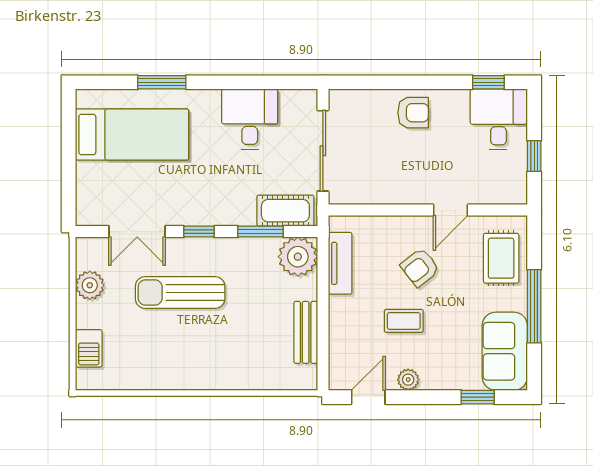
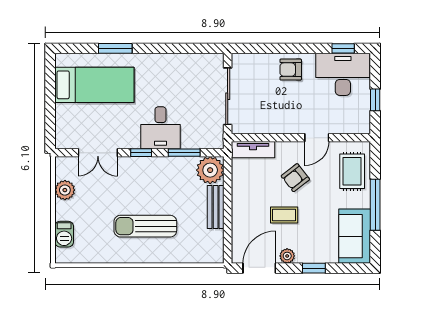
armchair: (413, 113) -> (291, 70), turned 180
desk: (250, 119) -> (160, 128), moved, turned 180
desk: (498, 119) -> (343, 74), width x1.37
cot: (285, 211) -> (201, 138), removed
tv unit: (340, 263) -> (253, 150), moved, turned 90
sun lounger: (180, 293) -> (145, 226), moved
bench: (306, 332) -> (216, 207), moved
door: (368, 397) -> (259, 268), width x1.38
window: (478, 397) -> (314, 268), moved

